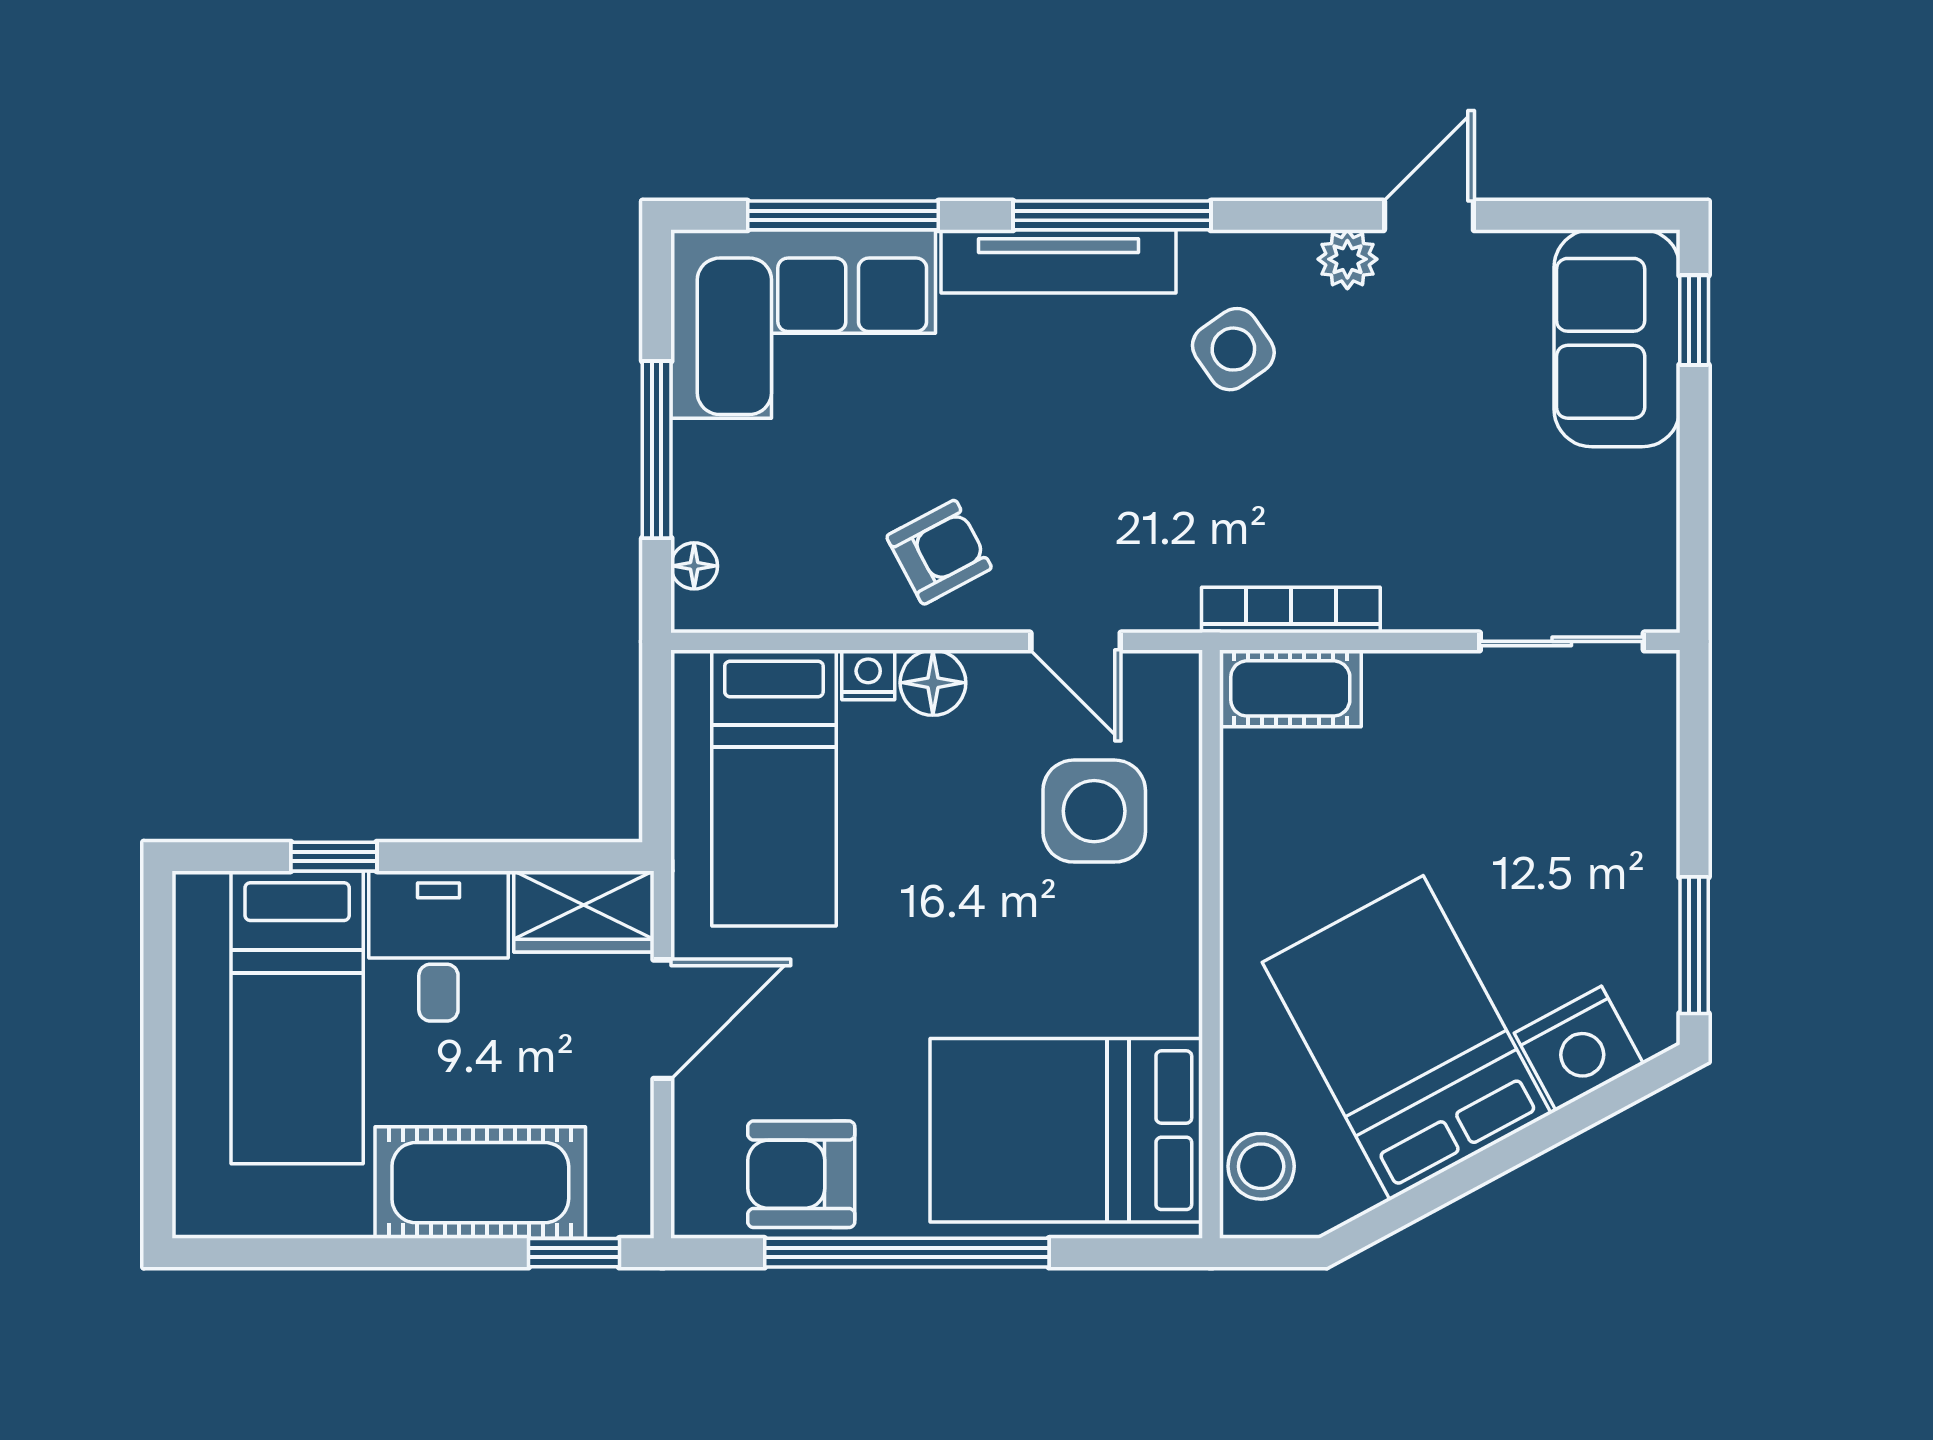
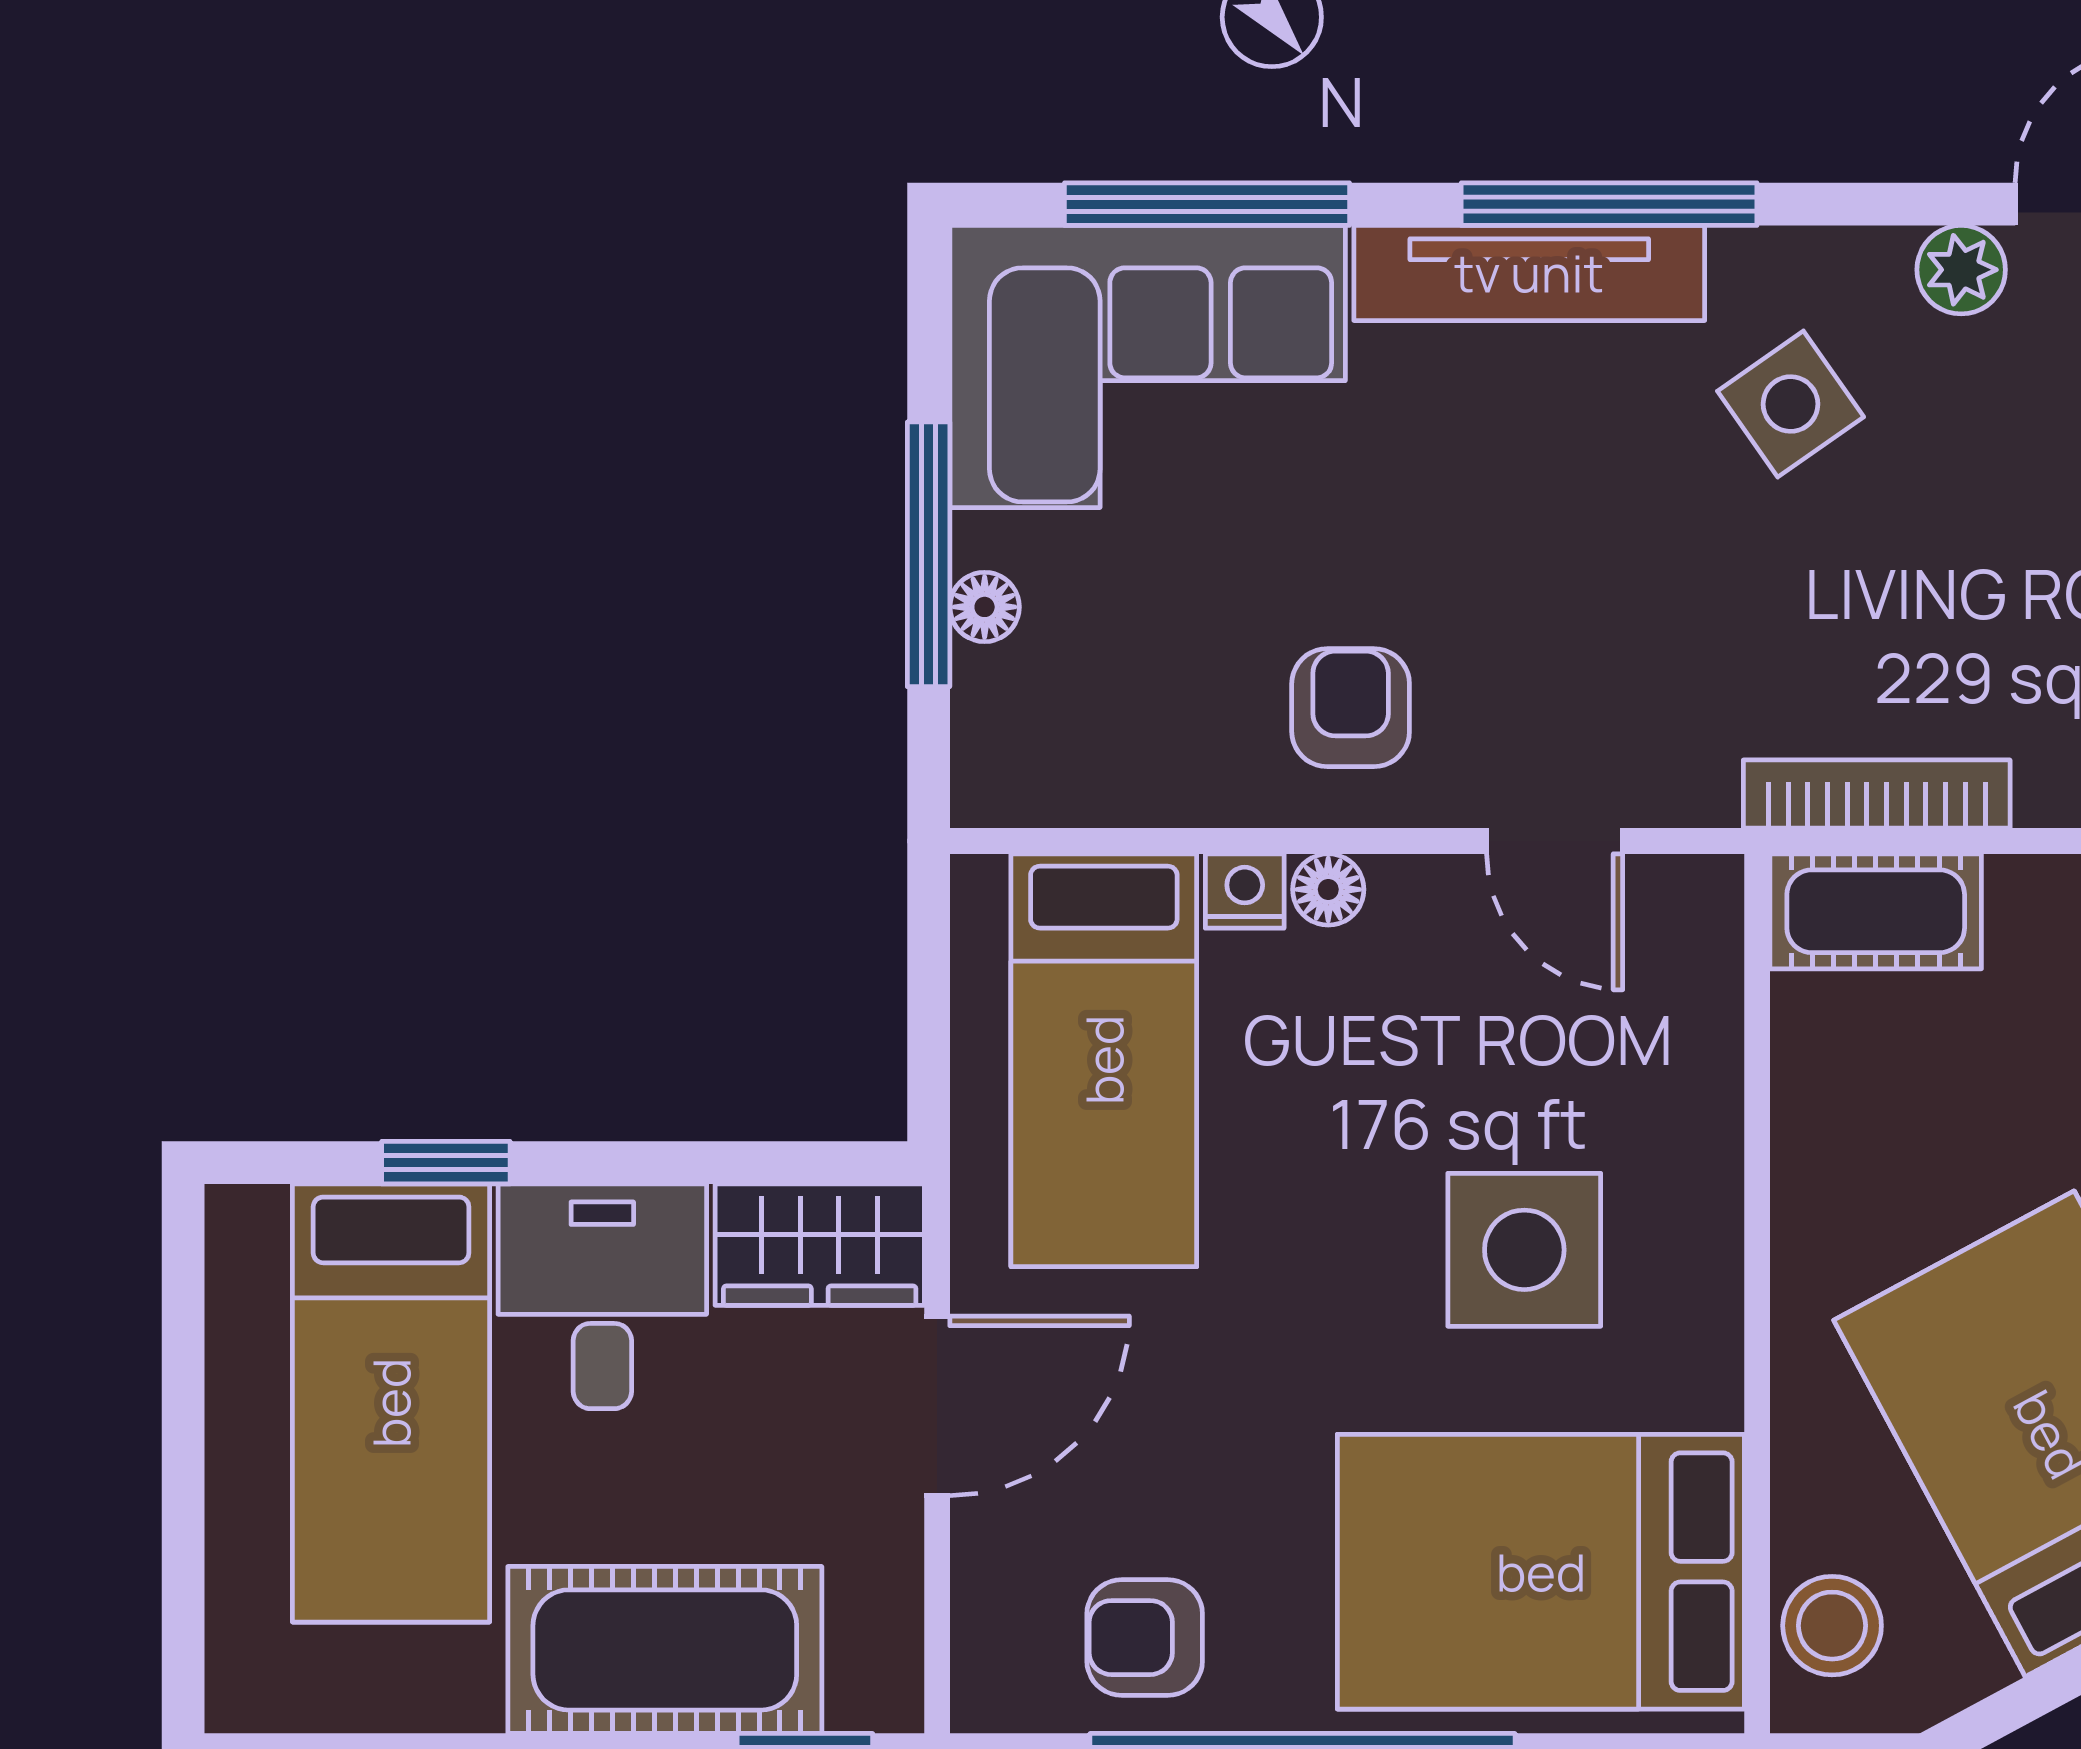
armchair: (939, 552) -> (1351, 708), turned -62
floor lamp: (694, 566) -> (985, 607), moved
floor lamp: (933, 683) -> (1328, 889), width x0.73, depth x0.73
side table: (1094, 811) -> (1524, 1250), moved
armchair: (801, 1174) -> (1145, 1638), width x0.72, depth x0.72

